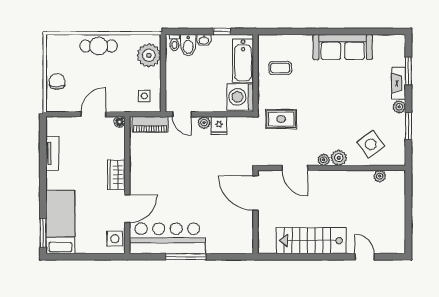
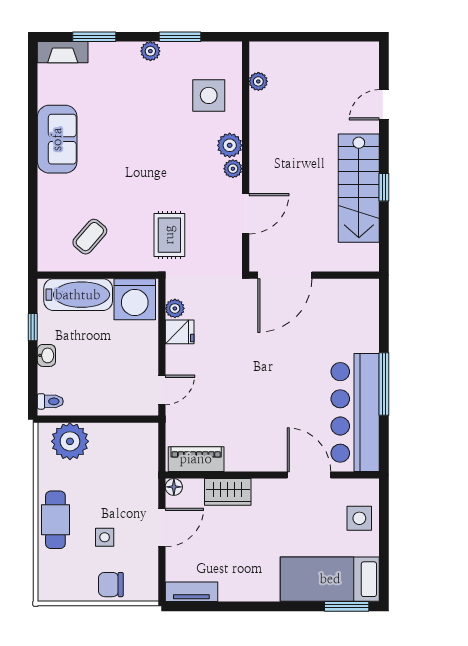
bidet: (188, 45) -> (54, 380), removed
sofa: (343, 47) -> (57, 139), width x0.73
coffee table: (280, 68) -> (90, 237), turned 41
fireplace: (398, 83) -> (63, 52), moved
side table: (144, 96) -> (105, 537), moved
door: (94, 114) -> (162, 528), swing flipped
plant: (204, 123) -> (175, 308), moved
piano: (150, 124) -> (196, 459), moved, turned -90
side table: (371, 144) -> (209, 95), turned 36
tv unit: (52, 153) -> (191, 592), moved
wardrobe: (116, 175) -> (228, 492), moved
side table: (115, 239) -> (359, 518), moved
window: (312, 257) -> (384, 187), added

